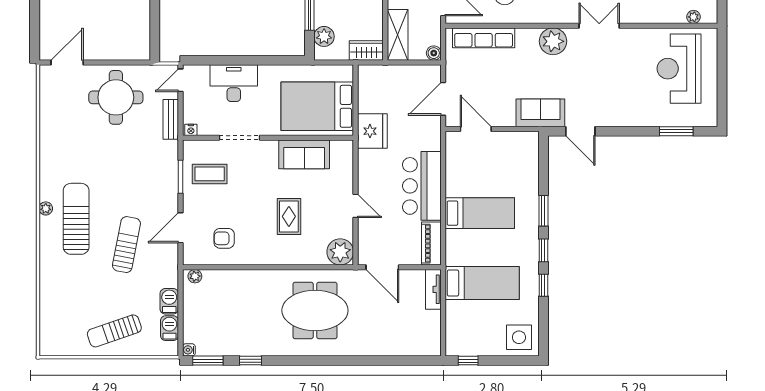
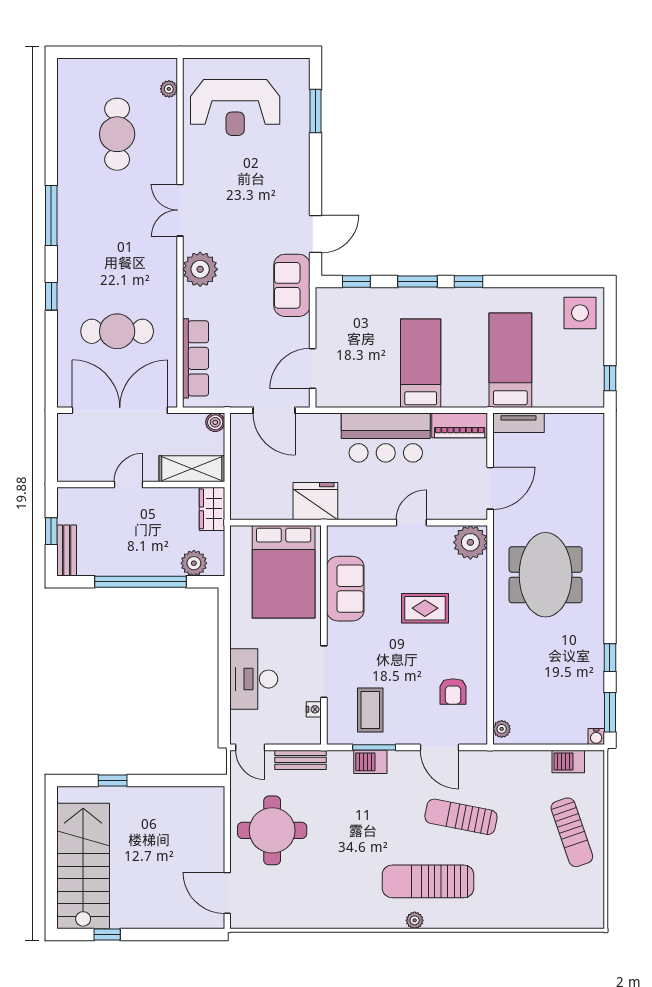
nightstand: (191, 130) -> (314, 709), moved
window: (543, 285) -> (356, 282), moved
barbecue: (169, 301) -> (370, 762), moved

